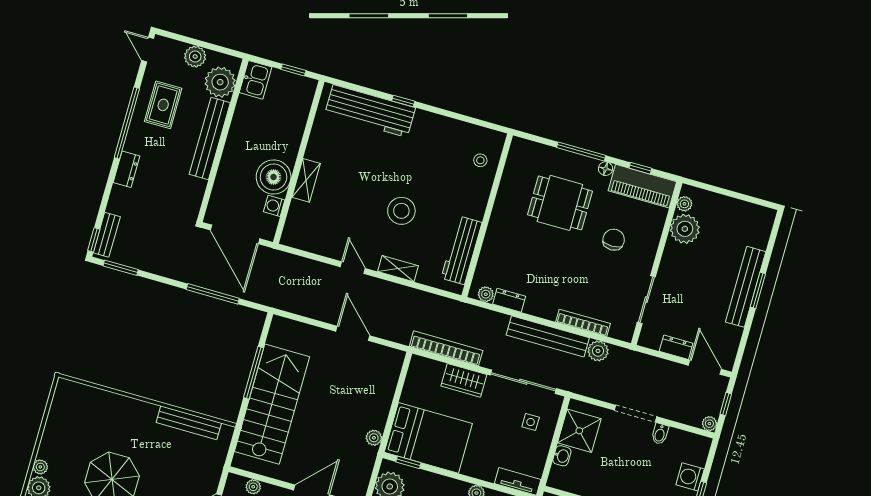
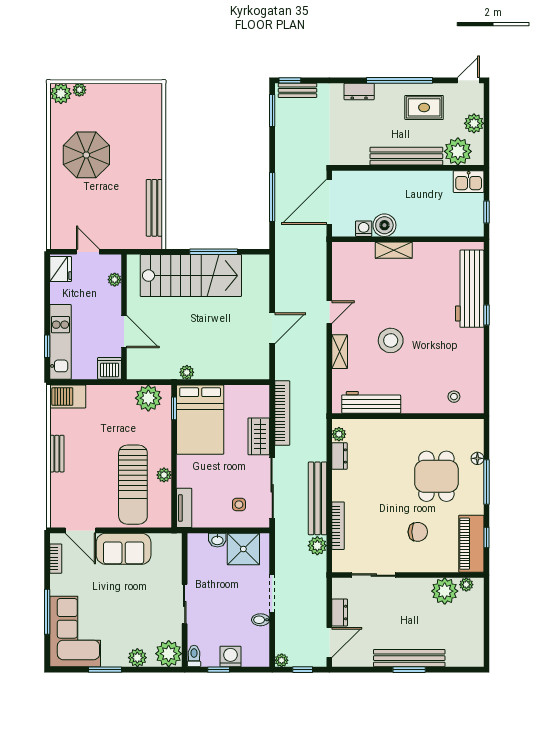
floor lamp: (606, 169) -> (477, 458), moved
boiler: (274, 177) -> (384, 225), width x0.73, depth x0.73

